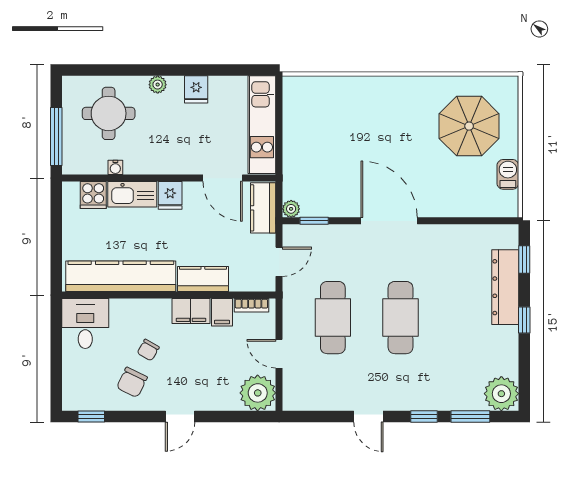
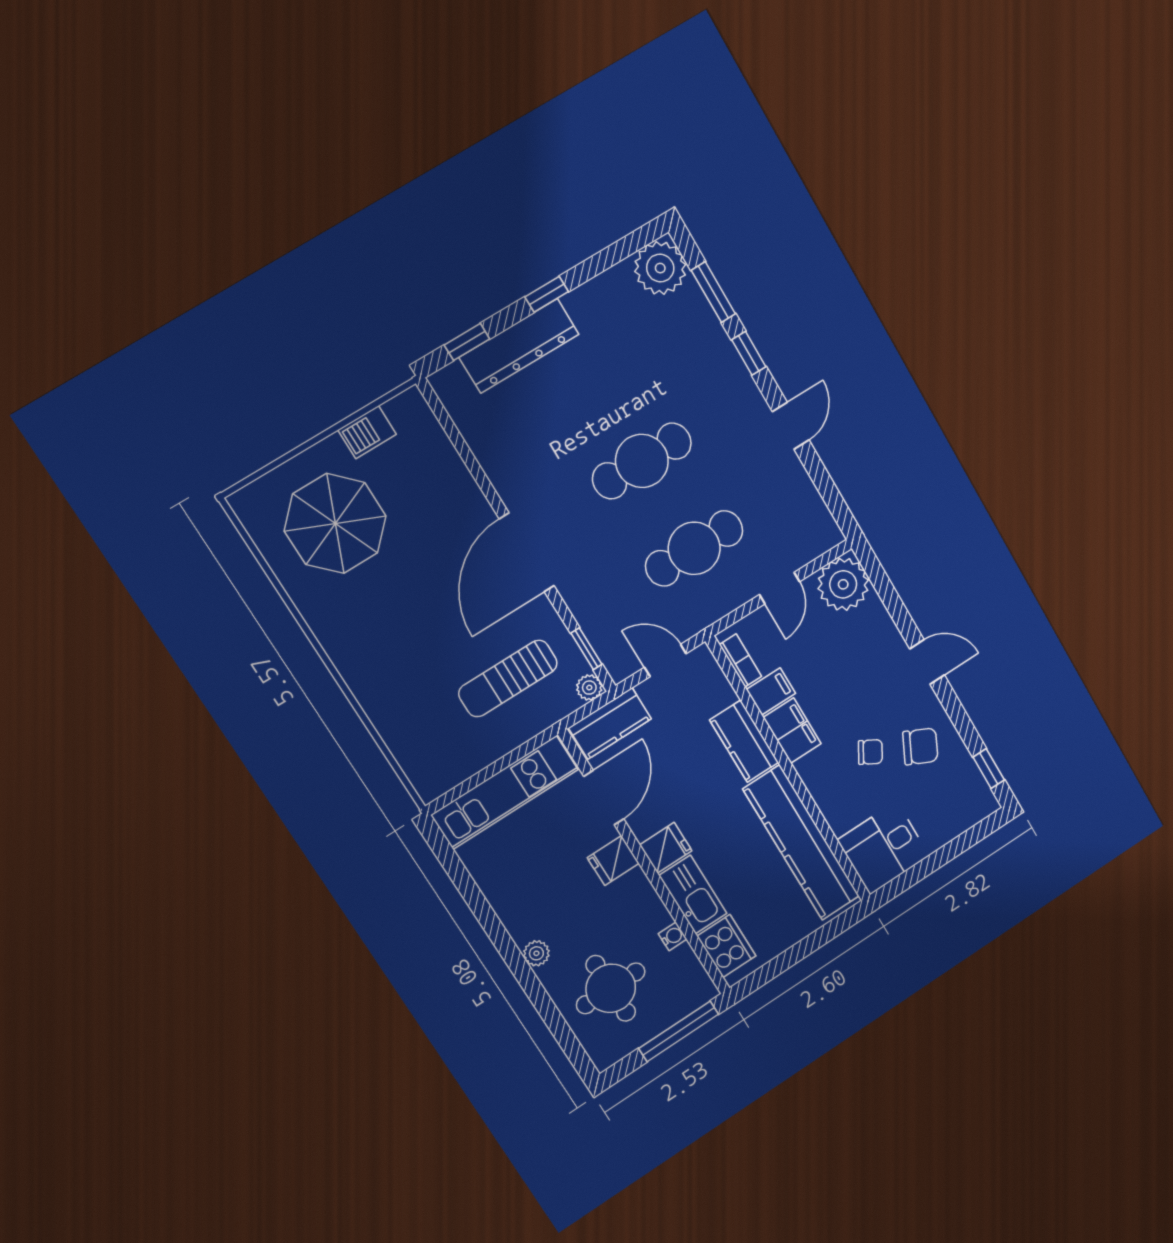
fridge: (196, 89) -> (613, 861), moved, turned 180
sun lounger: (325, 167) -> (508, 678), added
cooker: (93, 195) -> (726, 946), width x1.36

